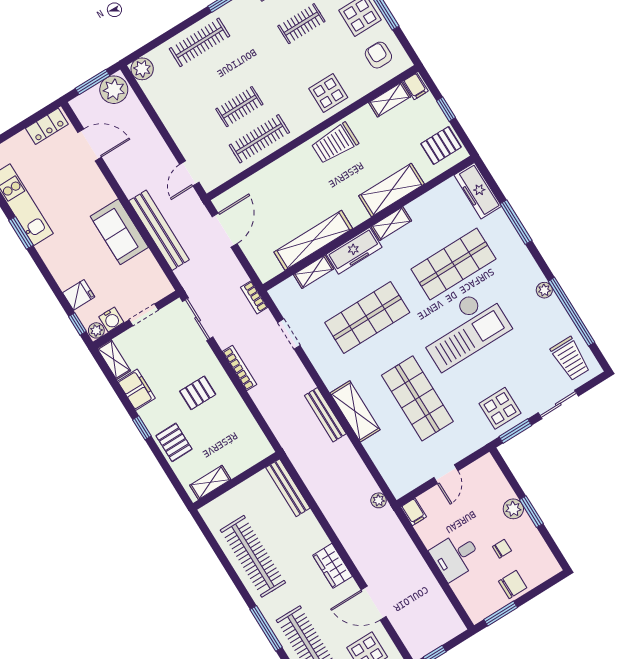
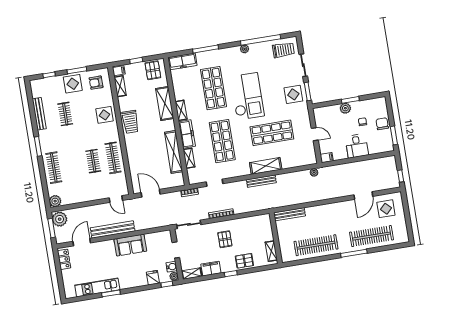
bench: (159, 230) -> (113, 229), moved
wardrobe: (333, 566) -> (337, 208), removed

